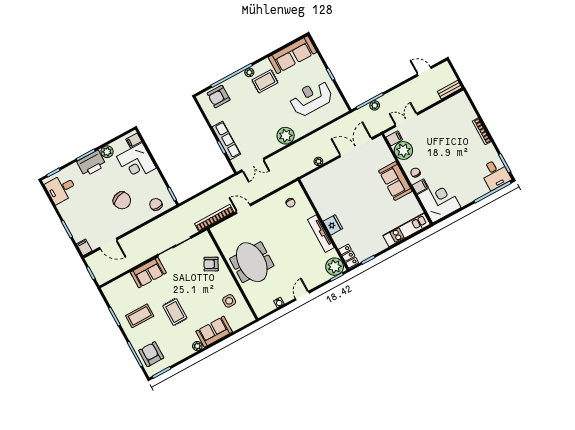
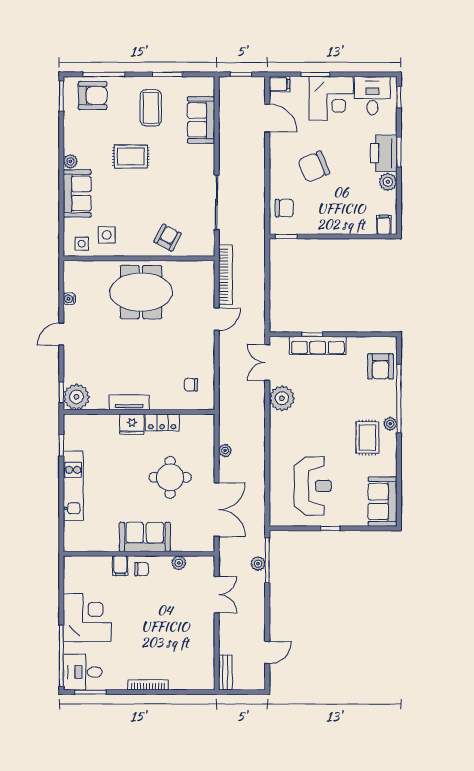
sofa: (293, 55) -> (382, 502), width x0.73
armchair: (219, 97) -> (380, 366), turned 180
plant: (286, 136) -> (282, 398), moved
filing cabinet: (394, 138) -> (201, 566), removed
plant: (403, 150) -> (179, 563), width x0.53, depth x0.53
corner desk: (136, 162) -> (331, 98), moved, turned 180
round table: (352, 185) -> (170, 477), added
corner desk: (439, 201) -> (87, 618), moved, turned -90
kitchen unit: (406, 230) -> (73, 486), moved
tv unit: (321, 234) -> (129, 402), width x0.71
door: (108, 244) -> (267, 118), swing flipped
locker: (348, 256) -> (162, 422), moved
sofa: (148, 273) -> (201, 120), moved
door: (302, 296) -> (61, 334), swing flipped
side table: (242, 313) -> (82, 244), added

